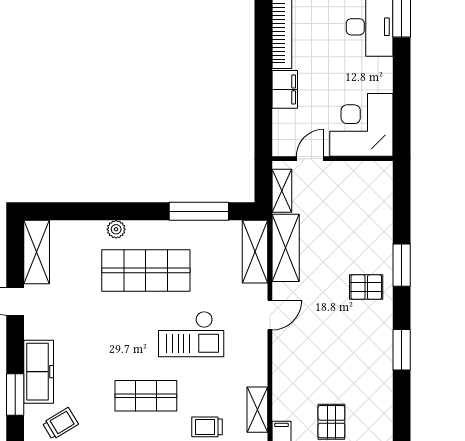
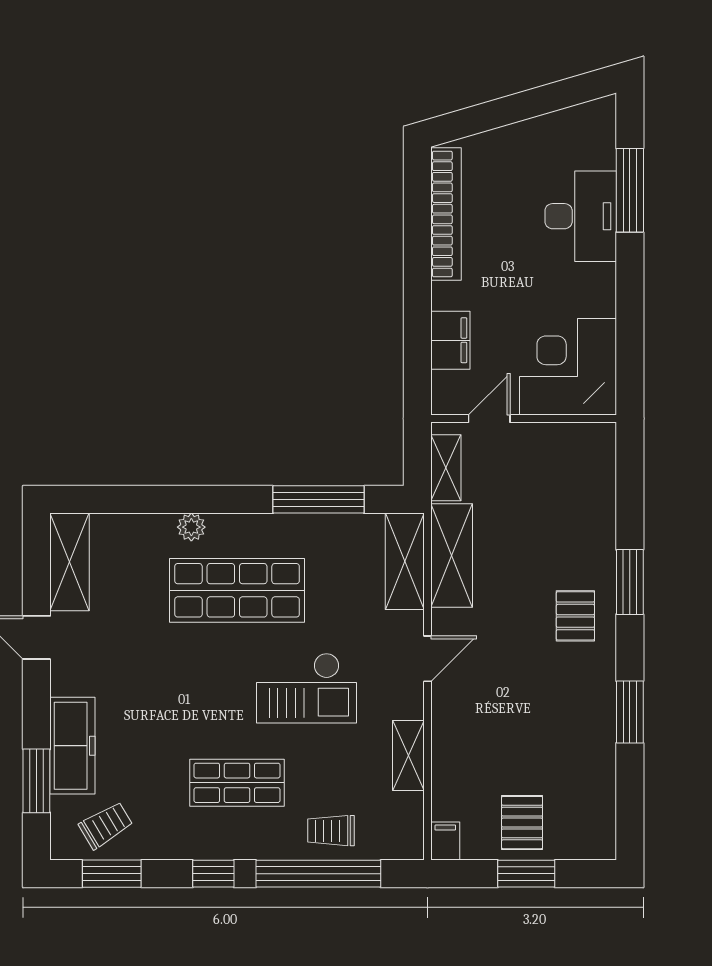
filing cabinet: (285, 89) -> (450, 340), moved
pallet: (366, 287) -> (575, 616), turned 90
shelving: (257, 410) -> (408, 756), moved

